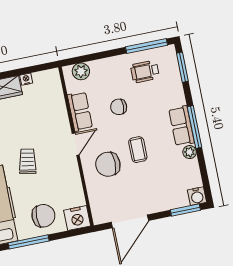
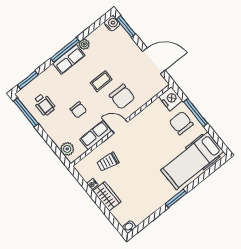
trolley: (28, 161) -> (108, 162), moved
window: (29, 242) -> (196, 113), moved

